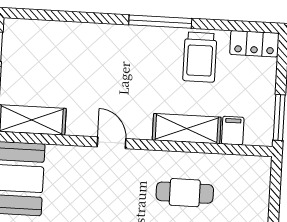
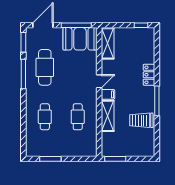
locker: (254, 44) -> (149, 75), moved
filing cabinet: (233, 131) -> (108, 94), moved

